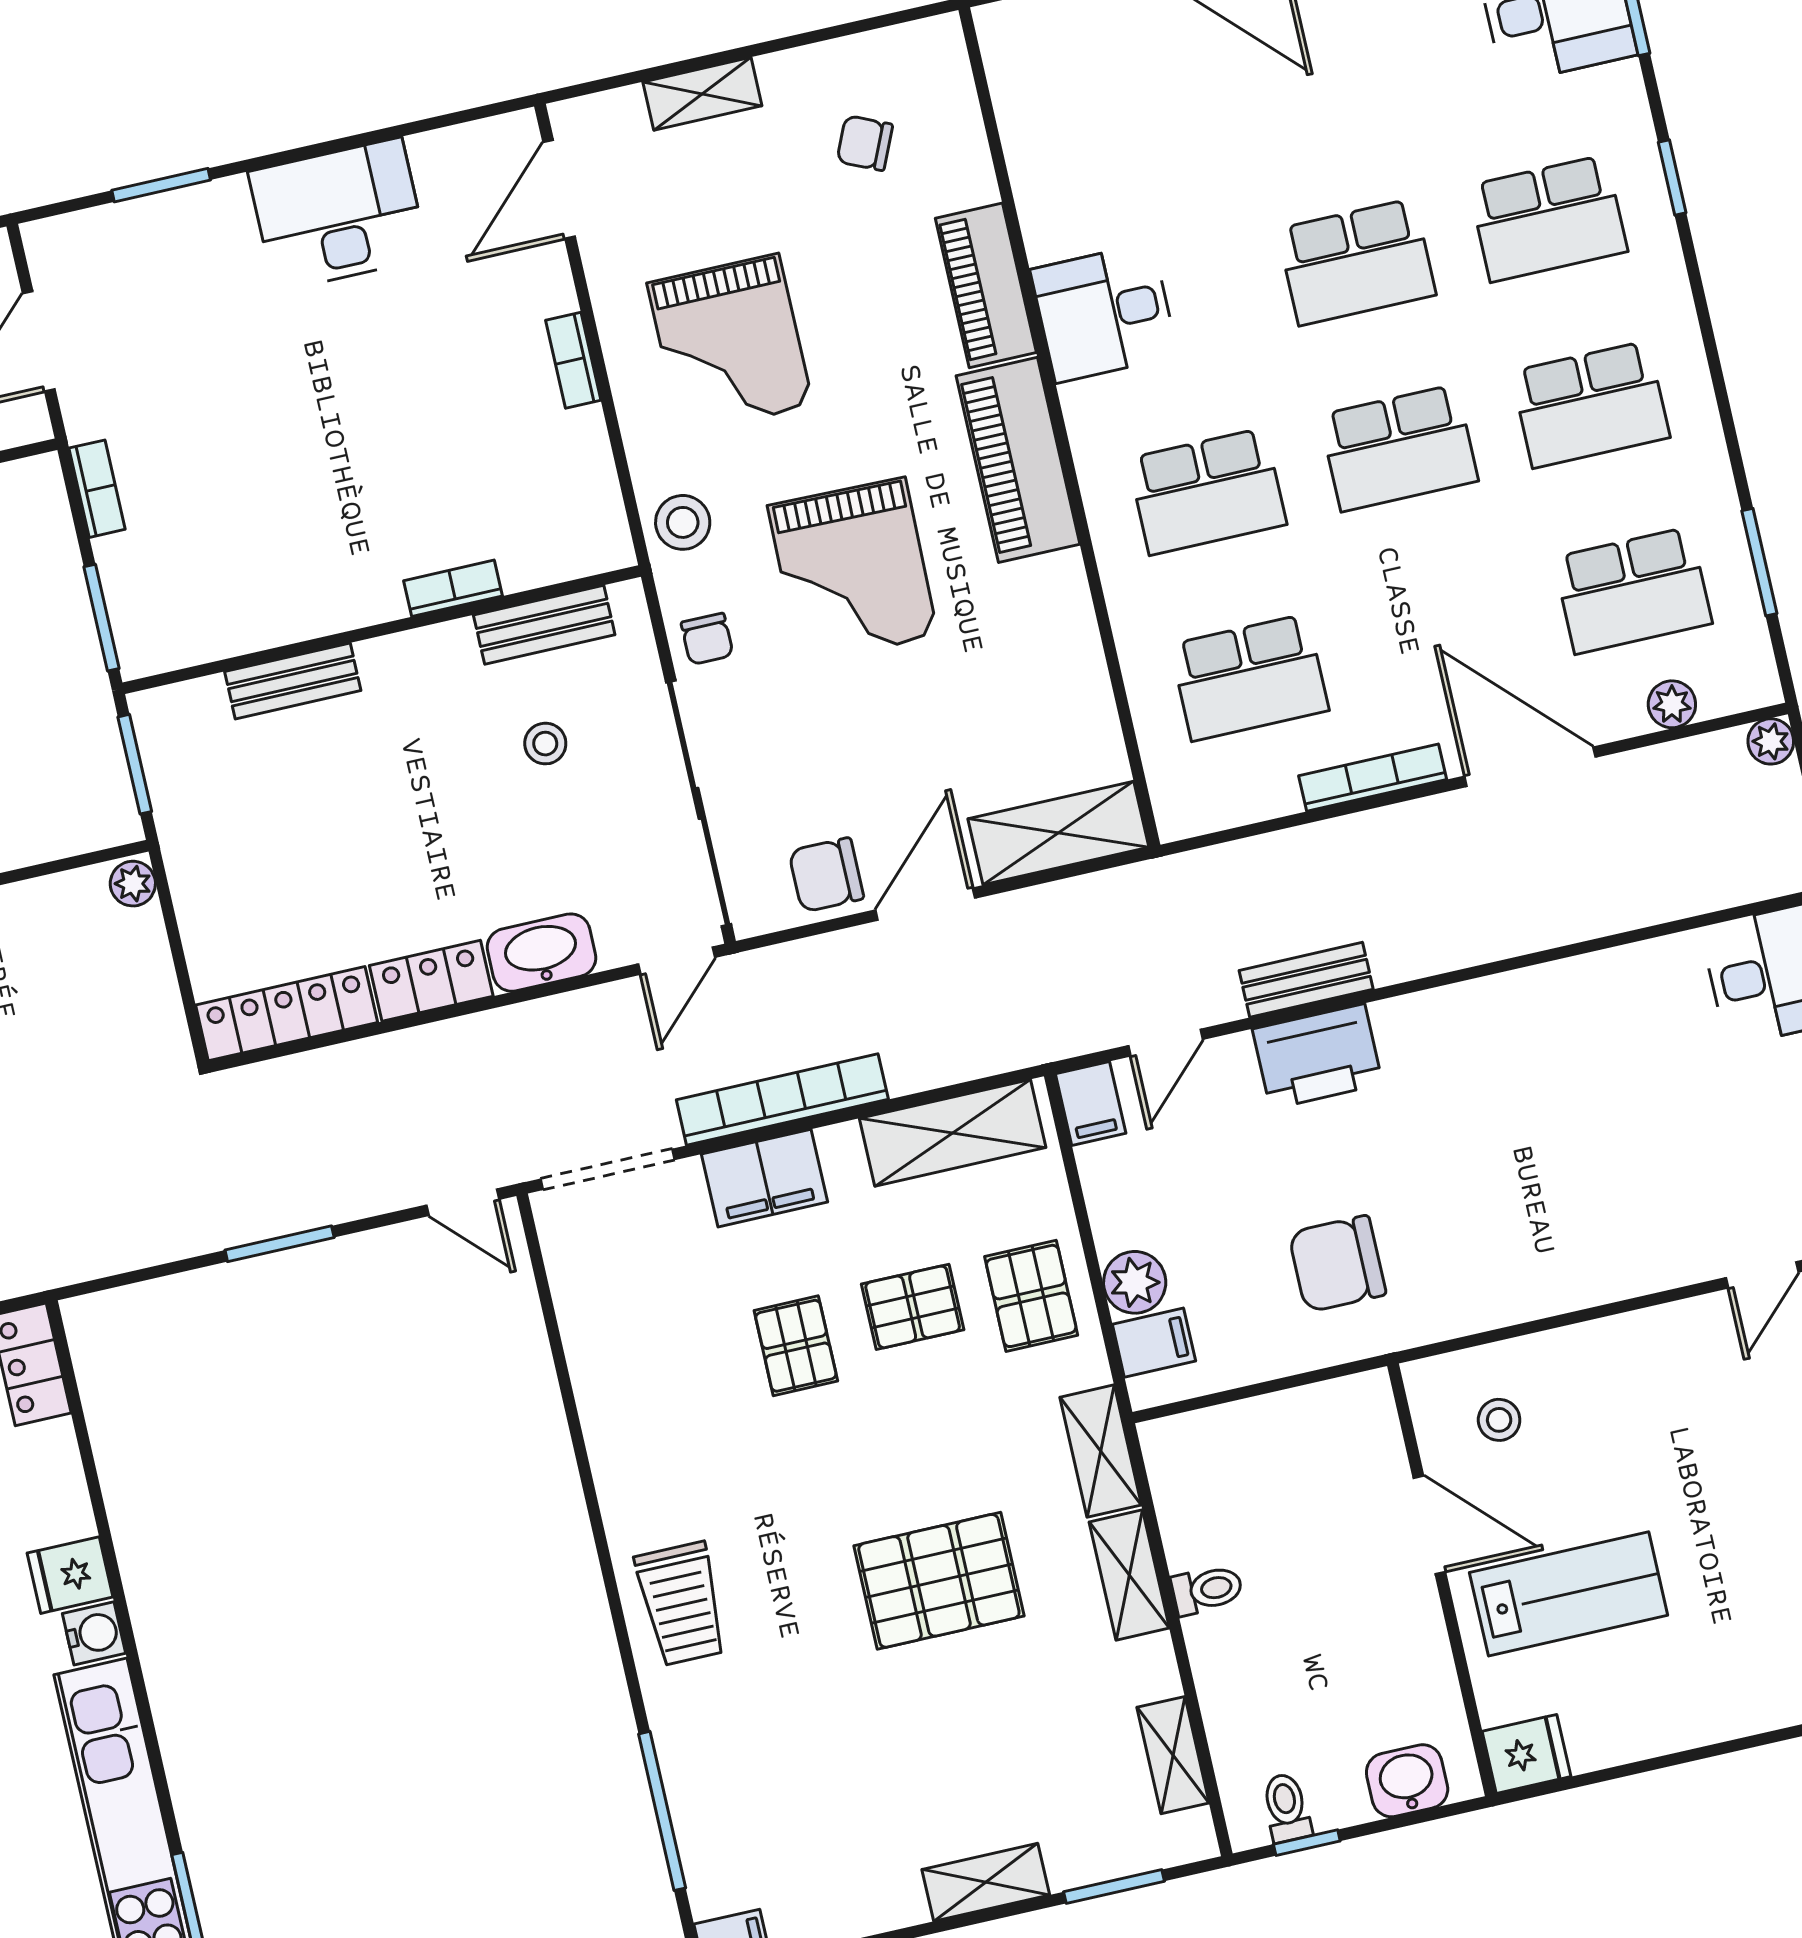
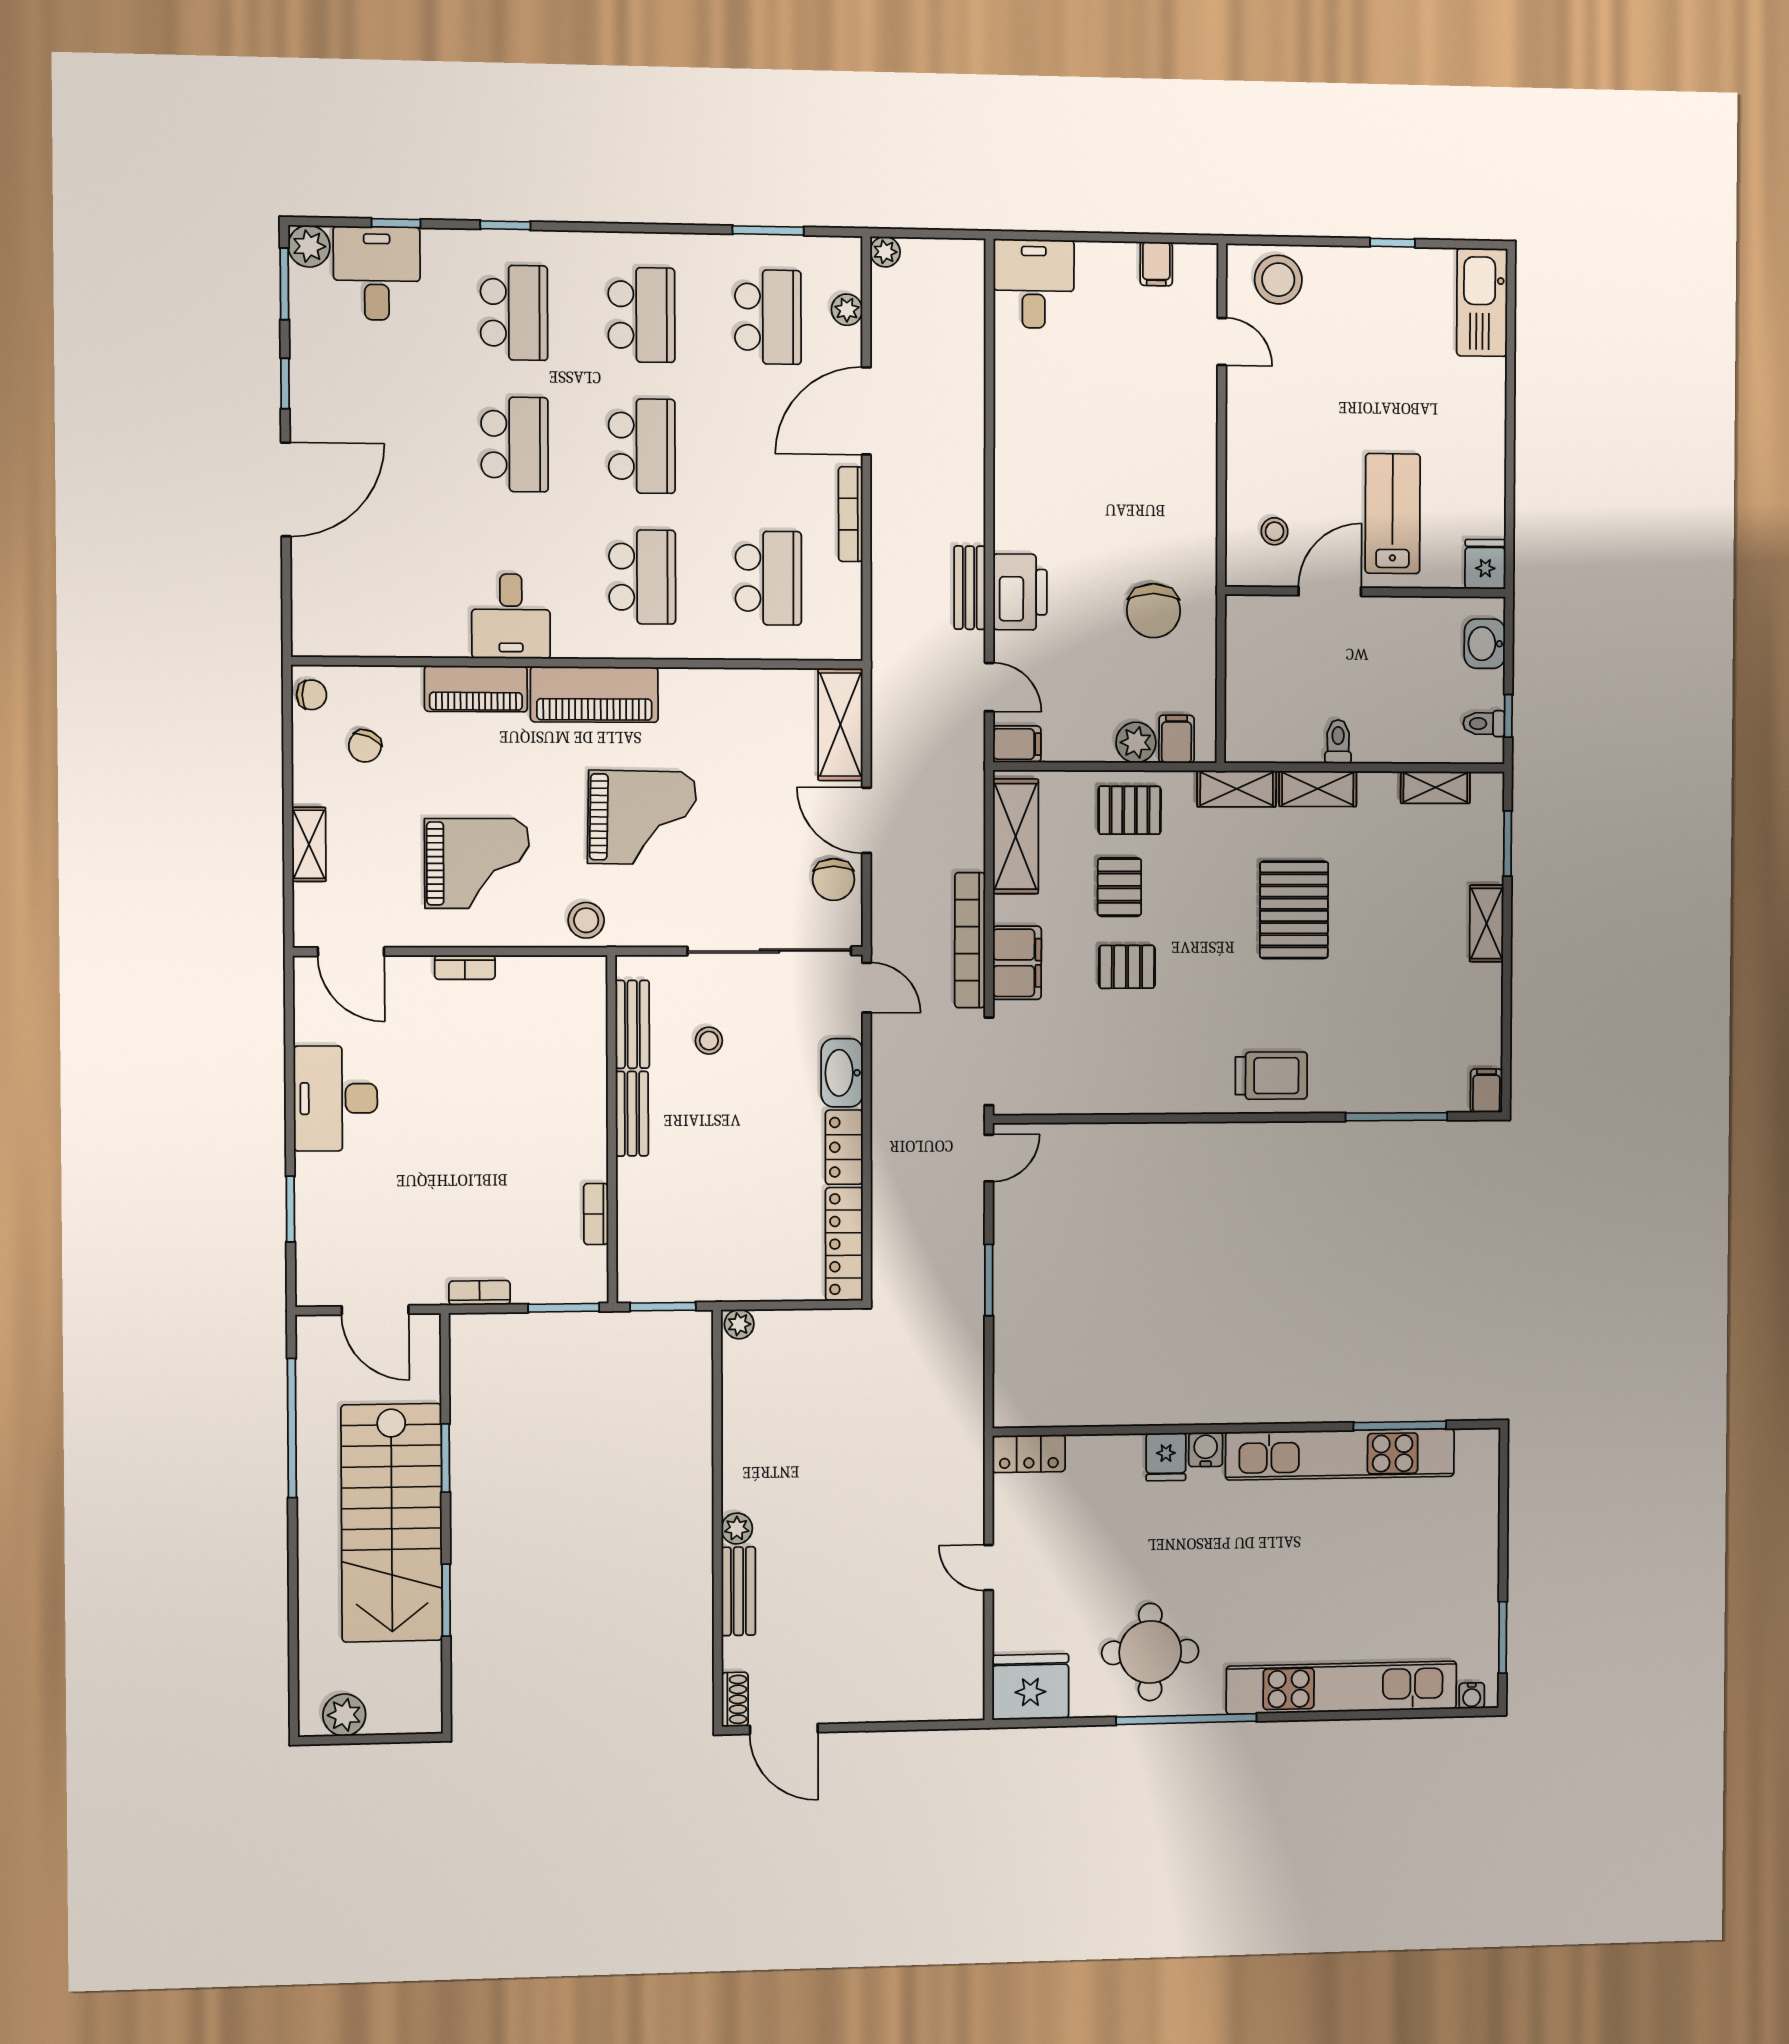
bookcase: (453, 588) -> (596, 1214), moved
chair: (707, 639) -> (312, 695), moved
bench: (293, 681) -> (632, 1114), moved

